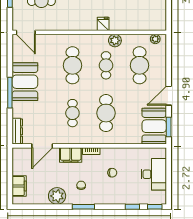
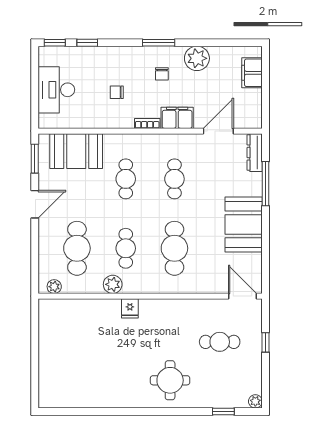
window: (10, 93) -> (265, 184), moved
cafe table: (106, 113) -> (126, 179), width x0.73, depth x0.74
booth: (154, 126) -> (76, 151), moved, turned 90

